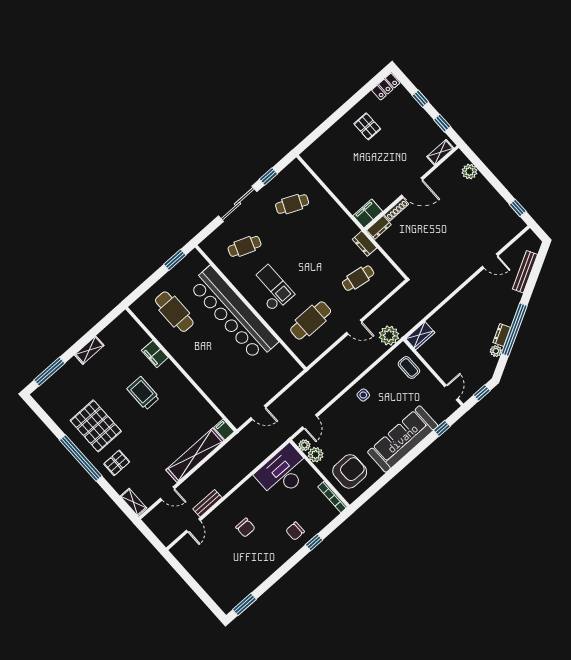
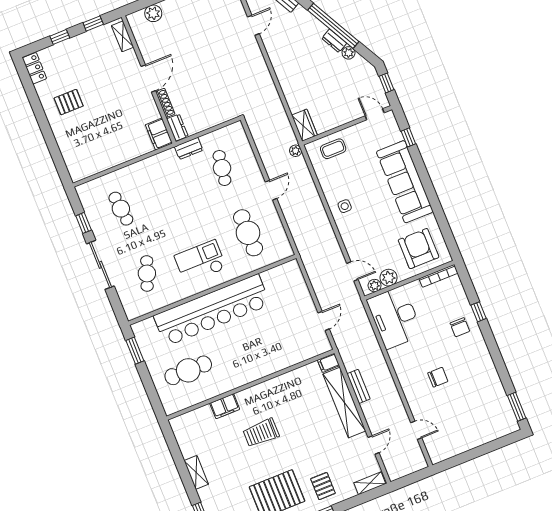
cafe table: (292, 204) -> (121, 209), turned -30
plant: (389, 336) -> (296, 151), width x0.53, depth x0.53
bench: (207, 503) -> (359, 386), moved

